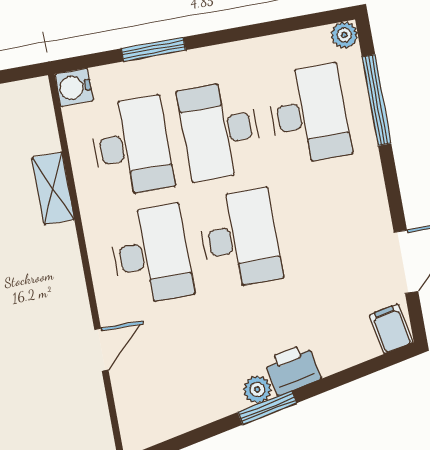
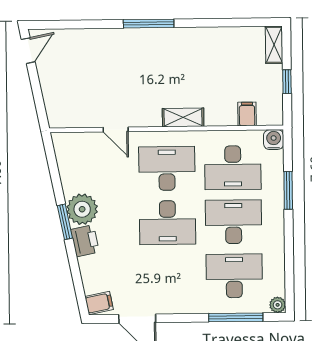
desk: (309, 114) -> (234, 276), turned 180
filing cabinet: (39, 138) -> (247, 114), added
shelving: (53, 188) -> (183, 117), moved
desk: (151, 255) -> (167, 168), turned 180
plant: (257, 389) -> (82, 209), width x1.87, depth x1.87

